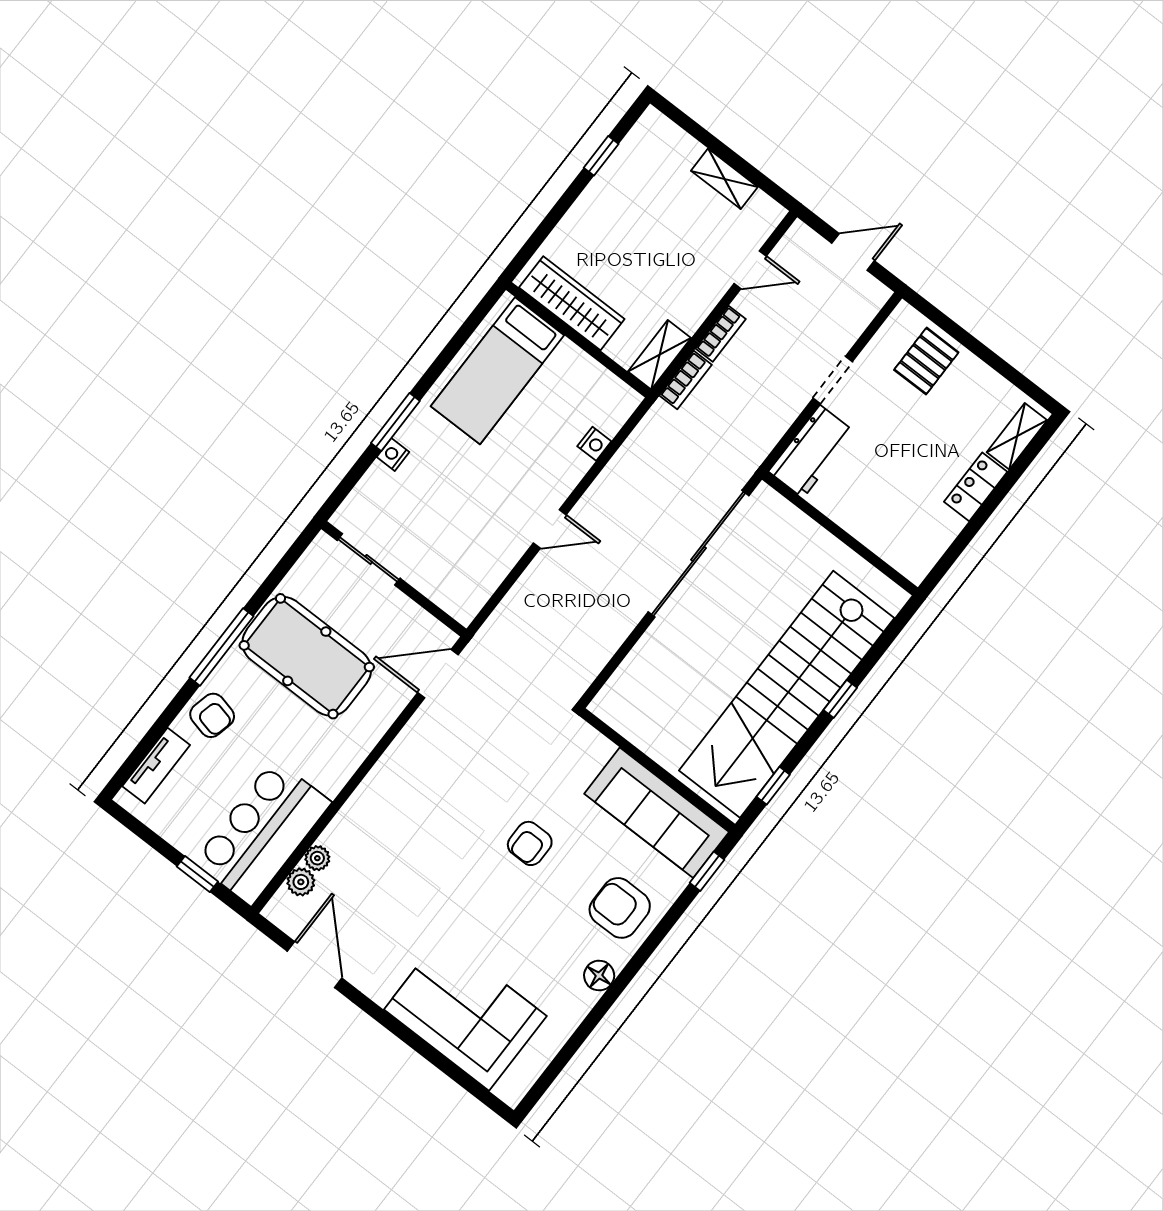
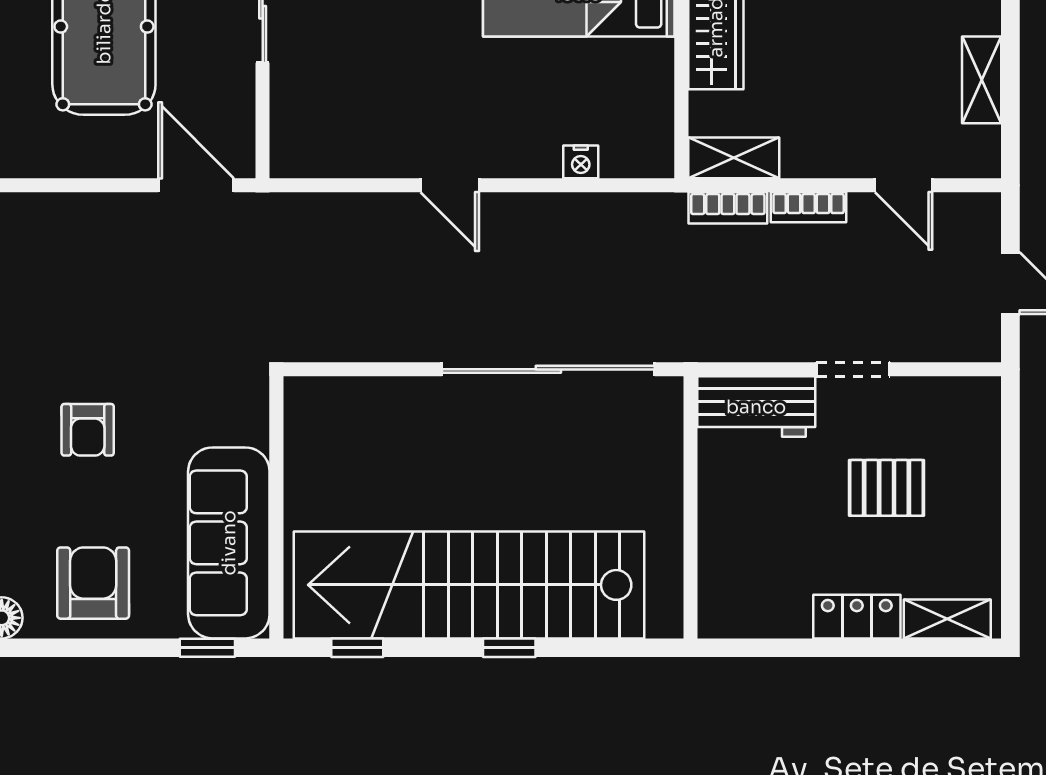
pallet: (926, 361) -> (887, 488), moved
armchair: (530, 843) -> (88, 430), turned -90

